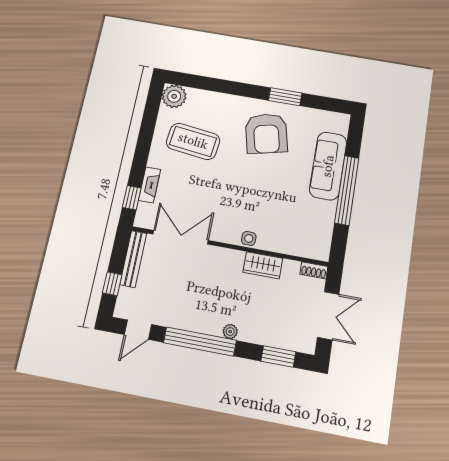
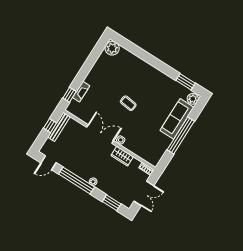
window: (285, 97) -> (185, 82), moved
plant: (339, 124) -> (193, 99), added
armchair: (266, 134) -> (152, 89), removed
coffee table: (193, 141) -> (128, 103), moved, width x0.54, depth x0.58
double door: (181, 237) -> (100, 134), moved
window: (112, 284) -> (50, 126), moved

